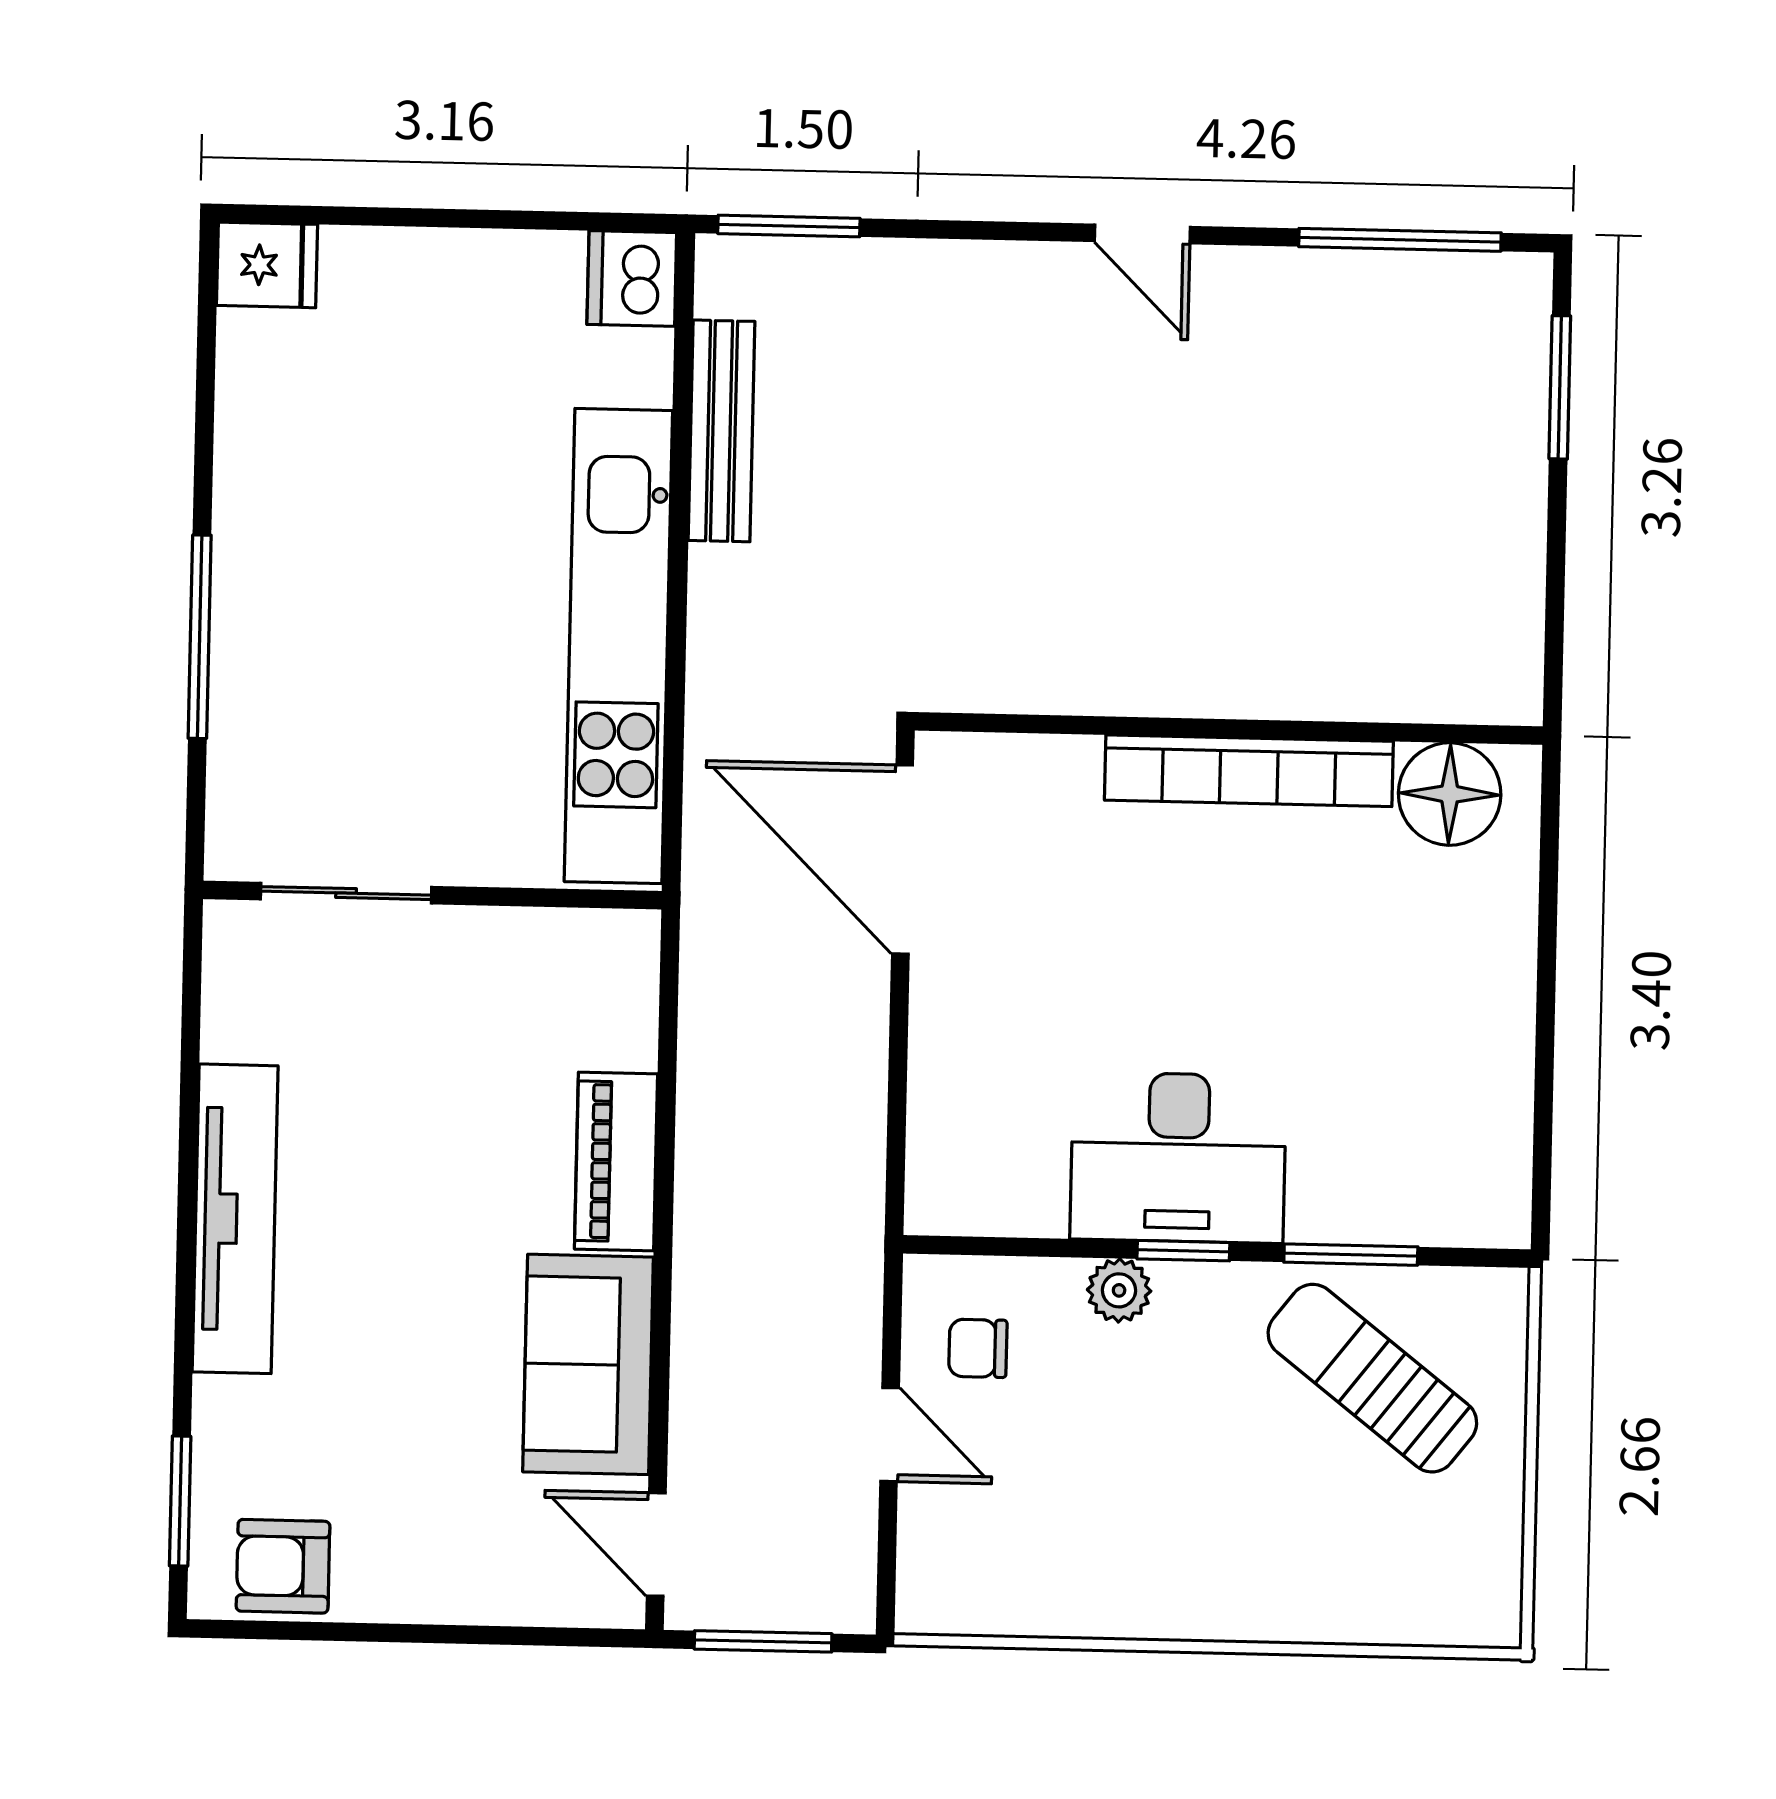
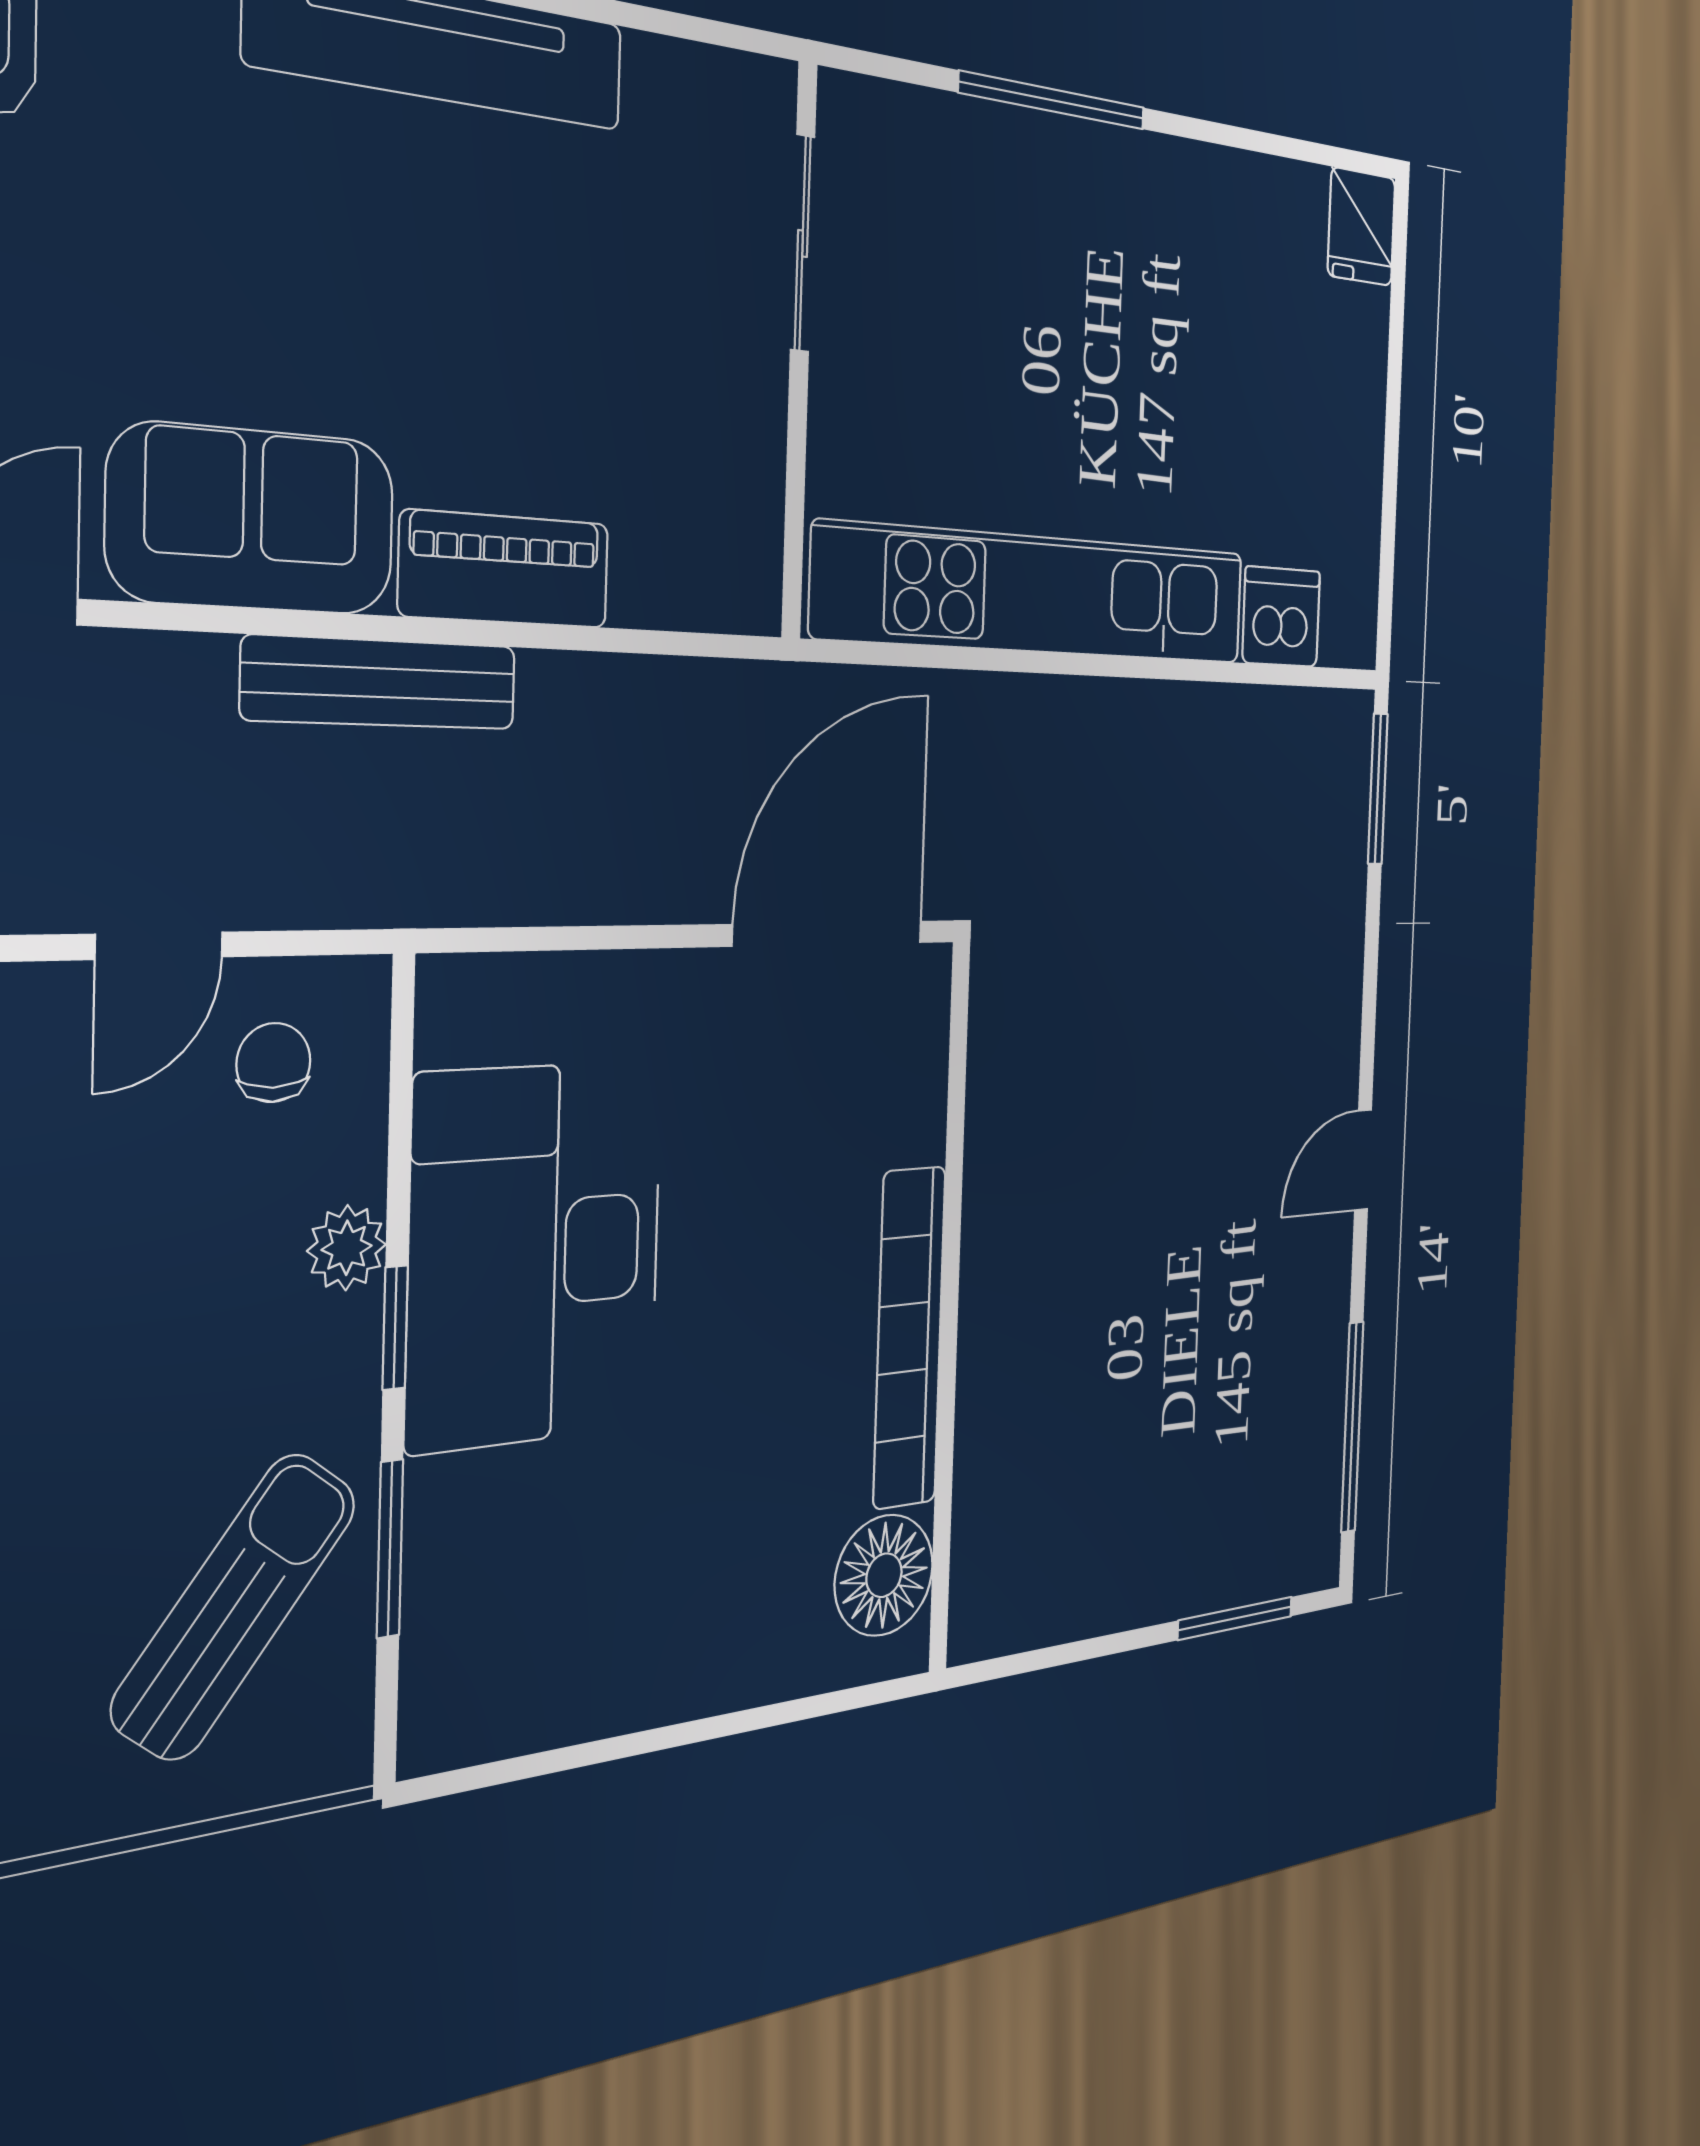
dishwasher: (632, 278) -> (1281, 617), moved
bench: (722, 431) -> (381, 683), moved
desk: (1178, 1158) -> (536, 1254), width x1.36, depth x1.30

